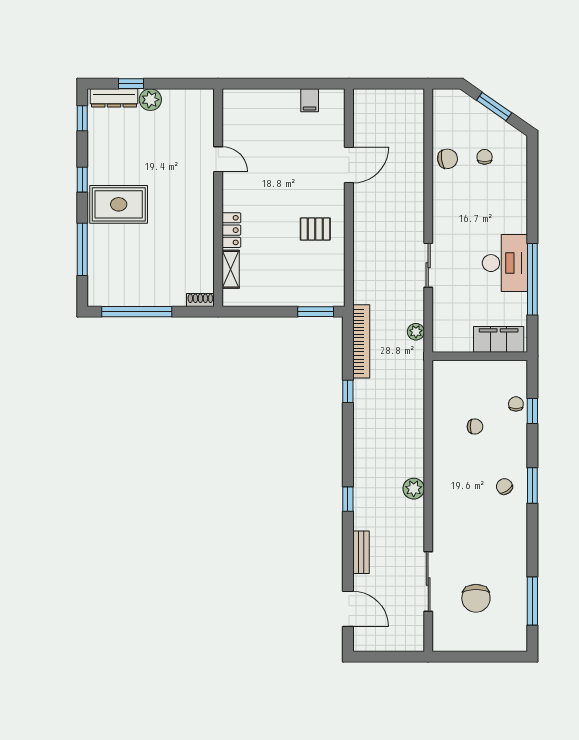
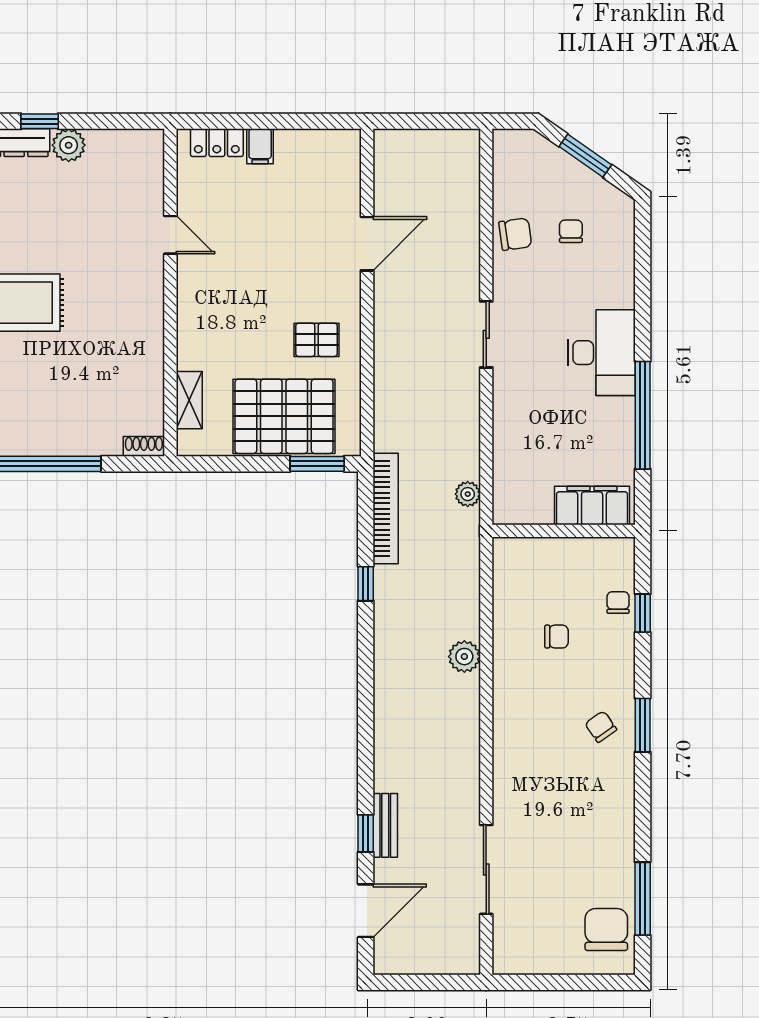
filing cabinet: (310, 100) -> (260, 146), moved
locker: (231, 230) -> (217, 143), moved, turned 90
desk: (505, 263) -> (601, 353), moved
sliding door: (428, 265) -> (486, 334), moved
pallet: (294, 280) -> (284, 416), added
plant: (414, 489) -> (464, 657), moved
window: (348, 499) -> (366, 833), moved
chair: (476, 598) -> (606, 930), moved, turned 180
door: (348, 609) -> (366, 911), hinge flipped

